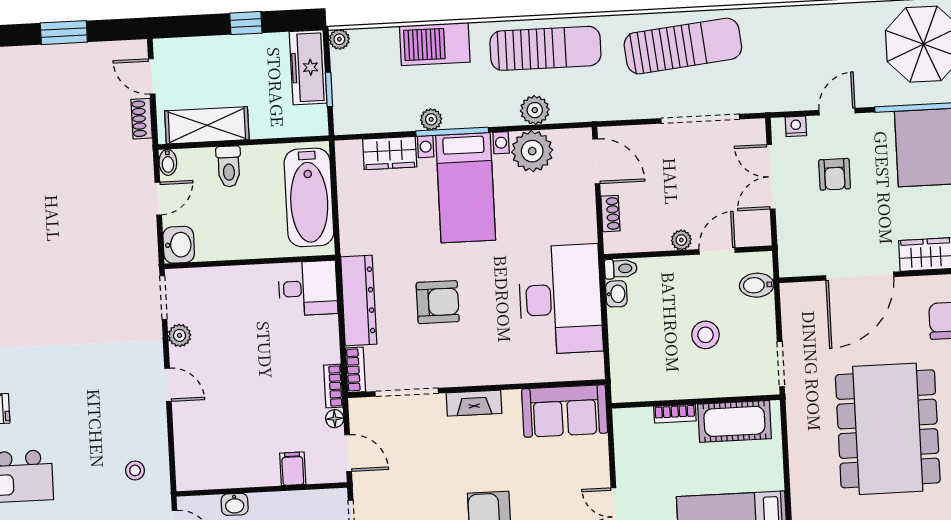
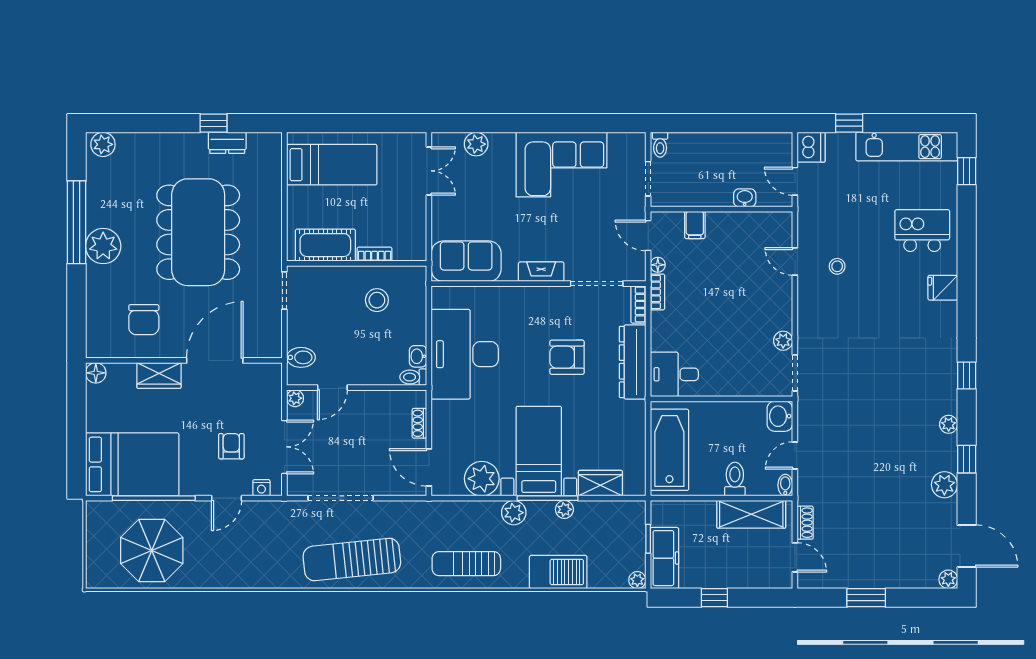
sun lounger: (545, 48) -> (466, 564), width x0.73, depth x0.75
plant: (535, 110) -> (514, 513), moved
plant: (681, 240) -> (295, 398), moved
stool: (705, 335) -> (377, 300), moved
door: (168, 385) -> (795, 261), moved
stool: (135, 470) -> (837, 266), moved

